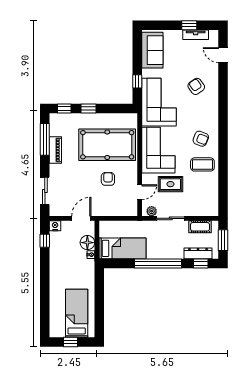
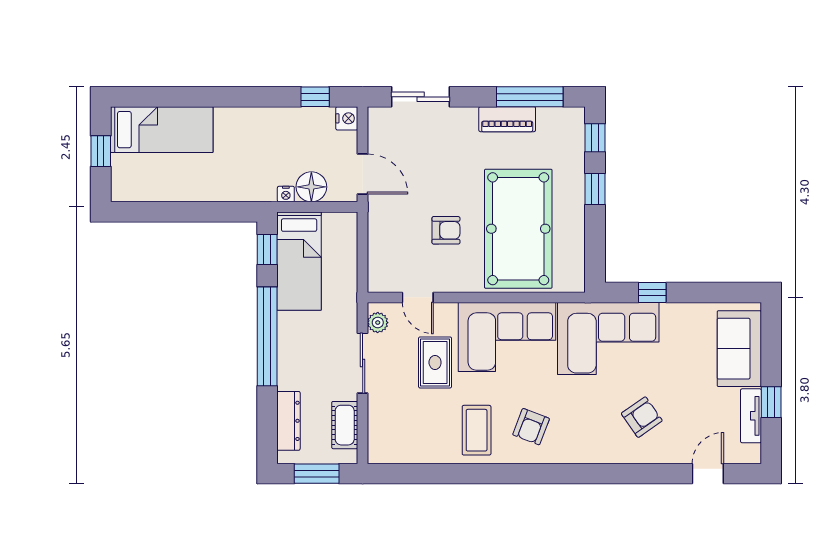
sofa: (152, 50) -> (739, 349), moved, turned 90
window: (201, 263) -> (267, 250), moved
bed: (77, 313) -> (162, 130), moved

